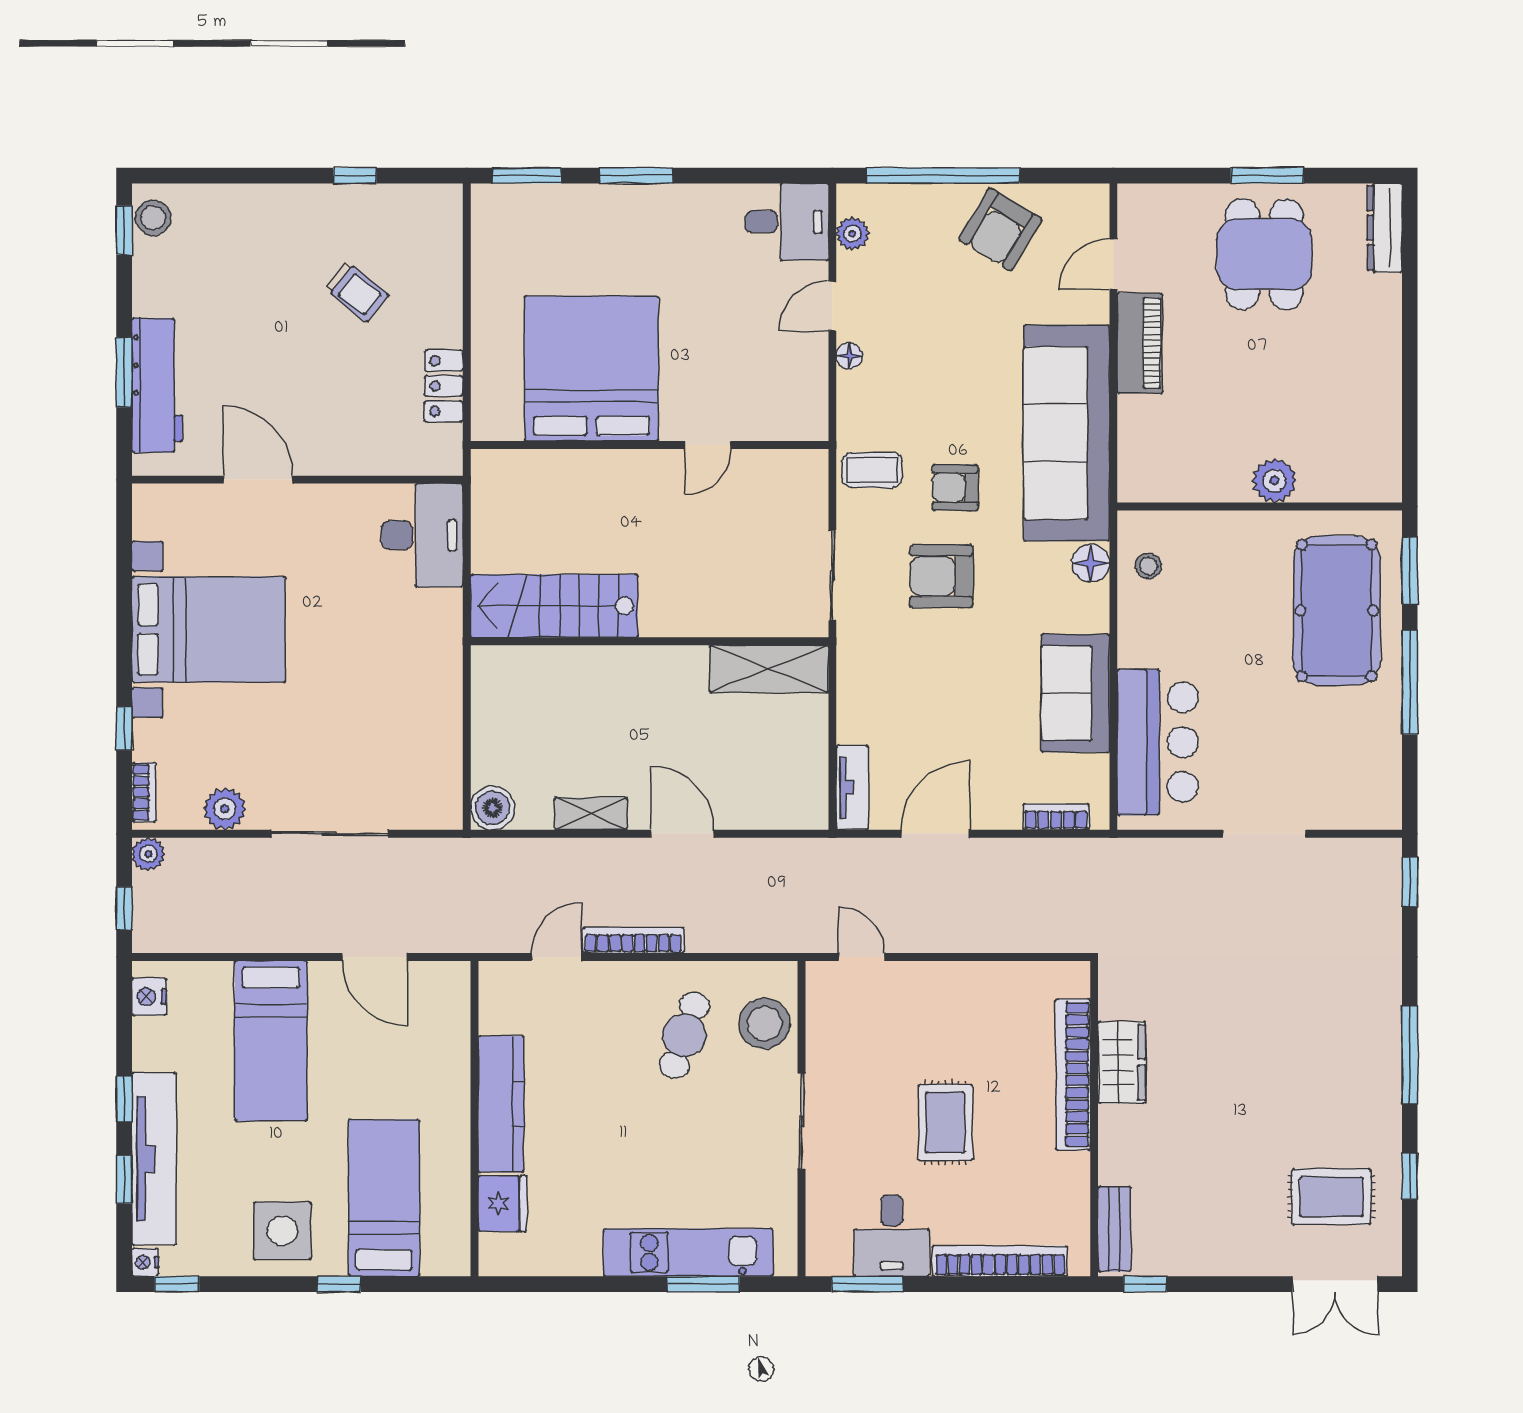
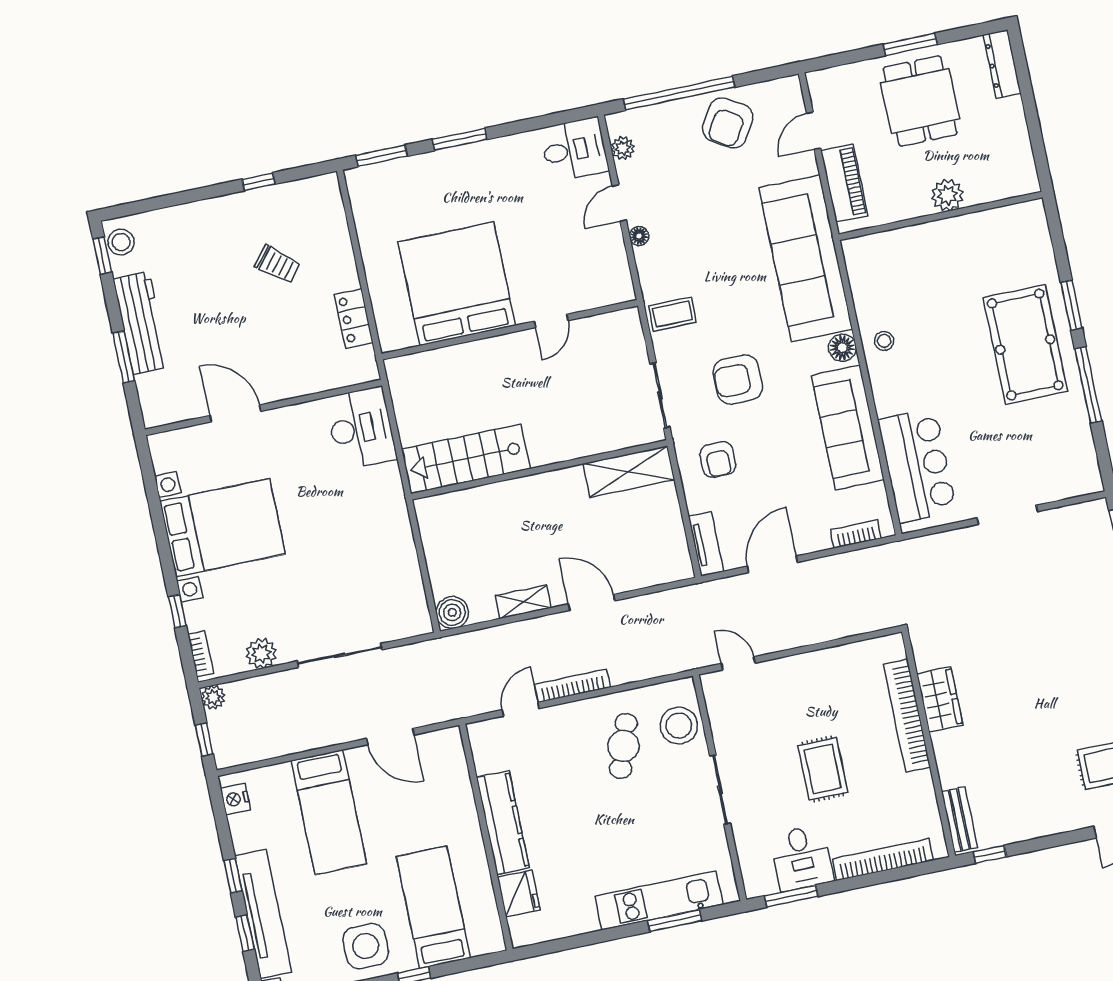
workbench: (157, 385) -> (141, 323), moved
plant: (1274, 481) -> (947, 195), moved
armchair: (955, 487) -> (718, 460), moved, turned -90
wall: (1260, 507) -> (941, 216), moved
sofa: (1075, 693) -> (848, 428), width x1.36

